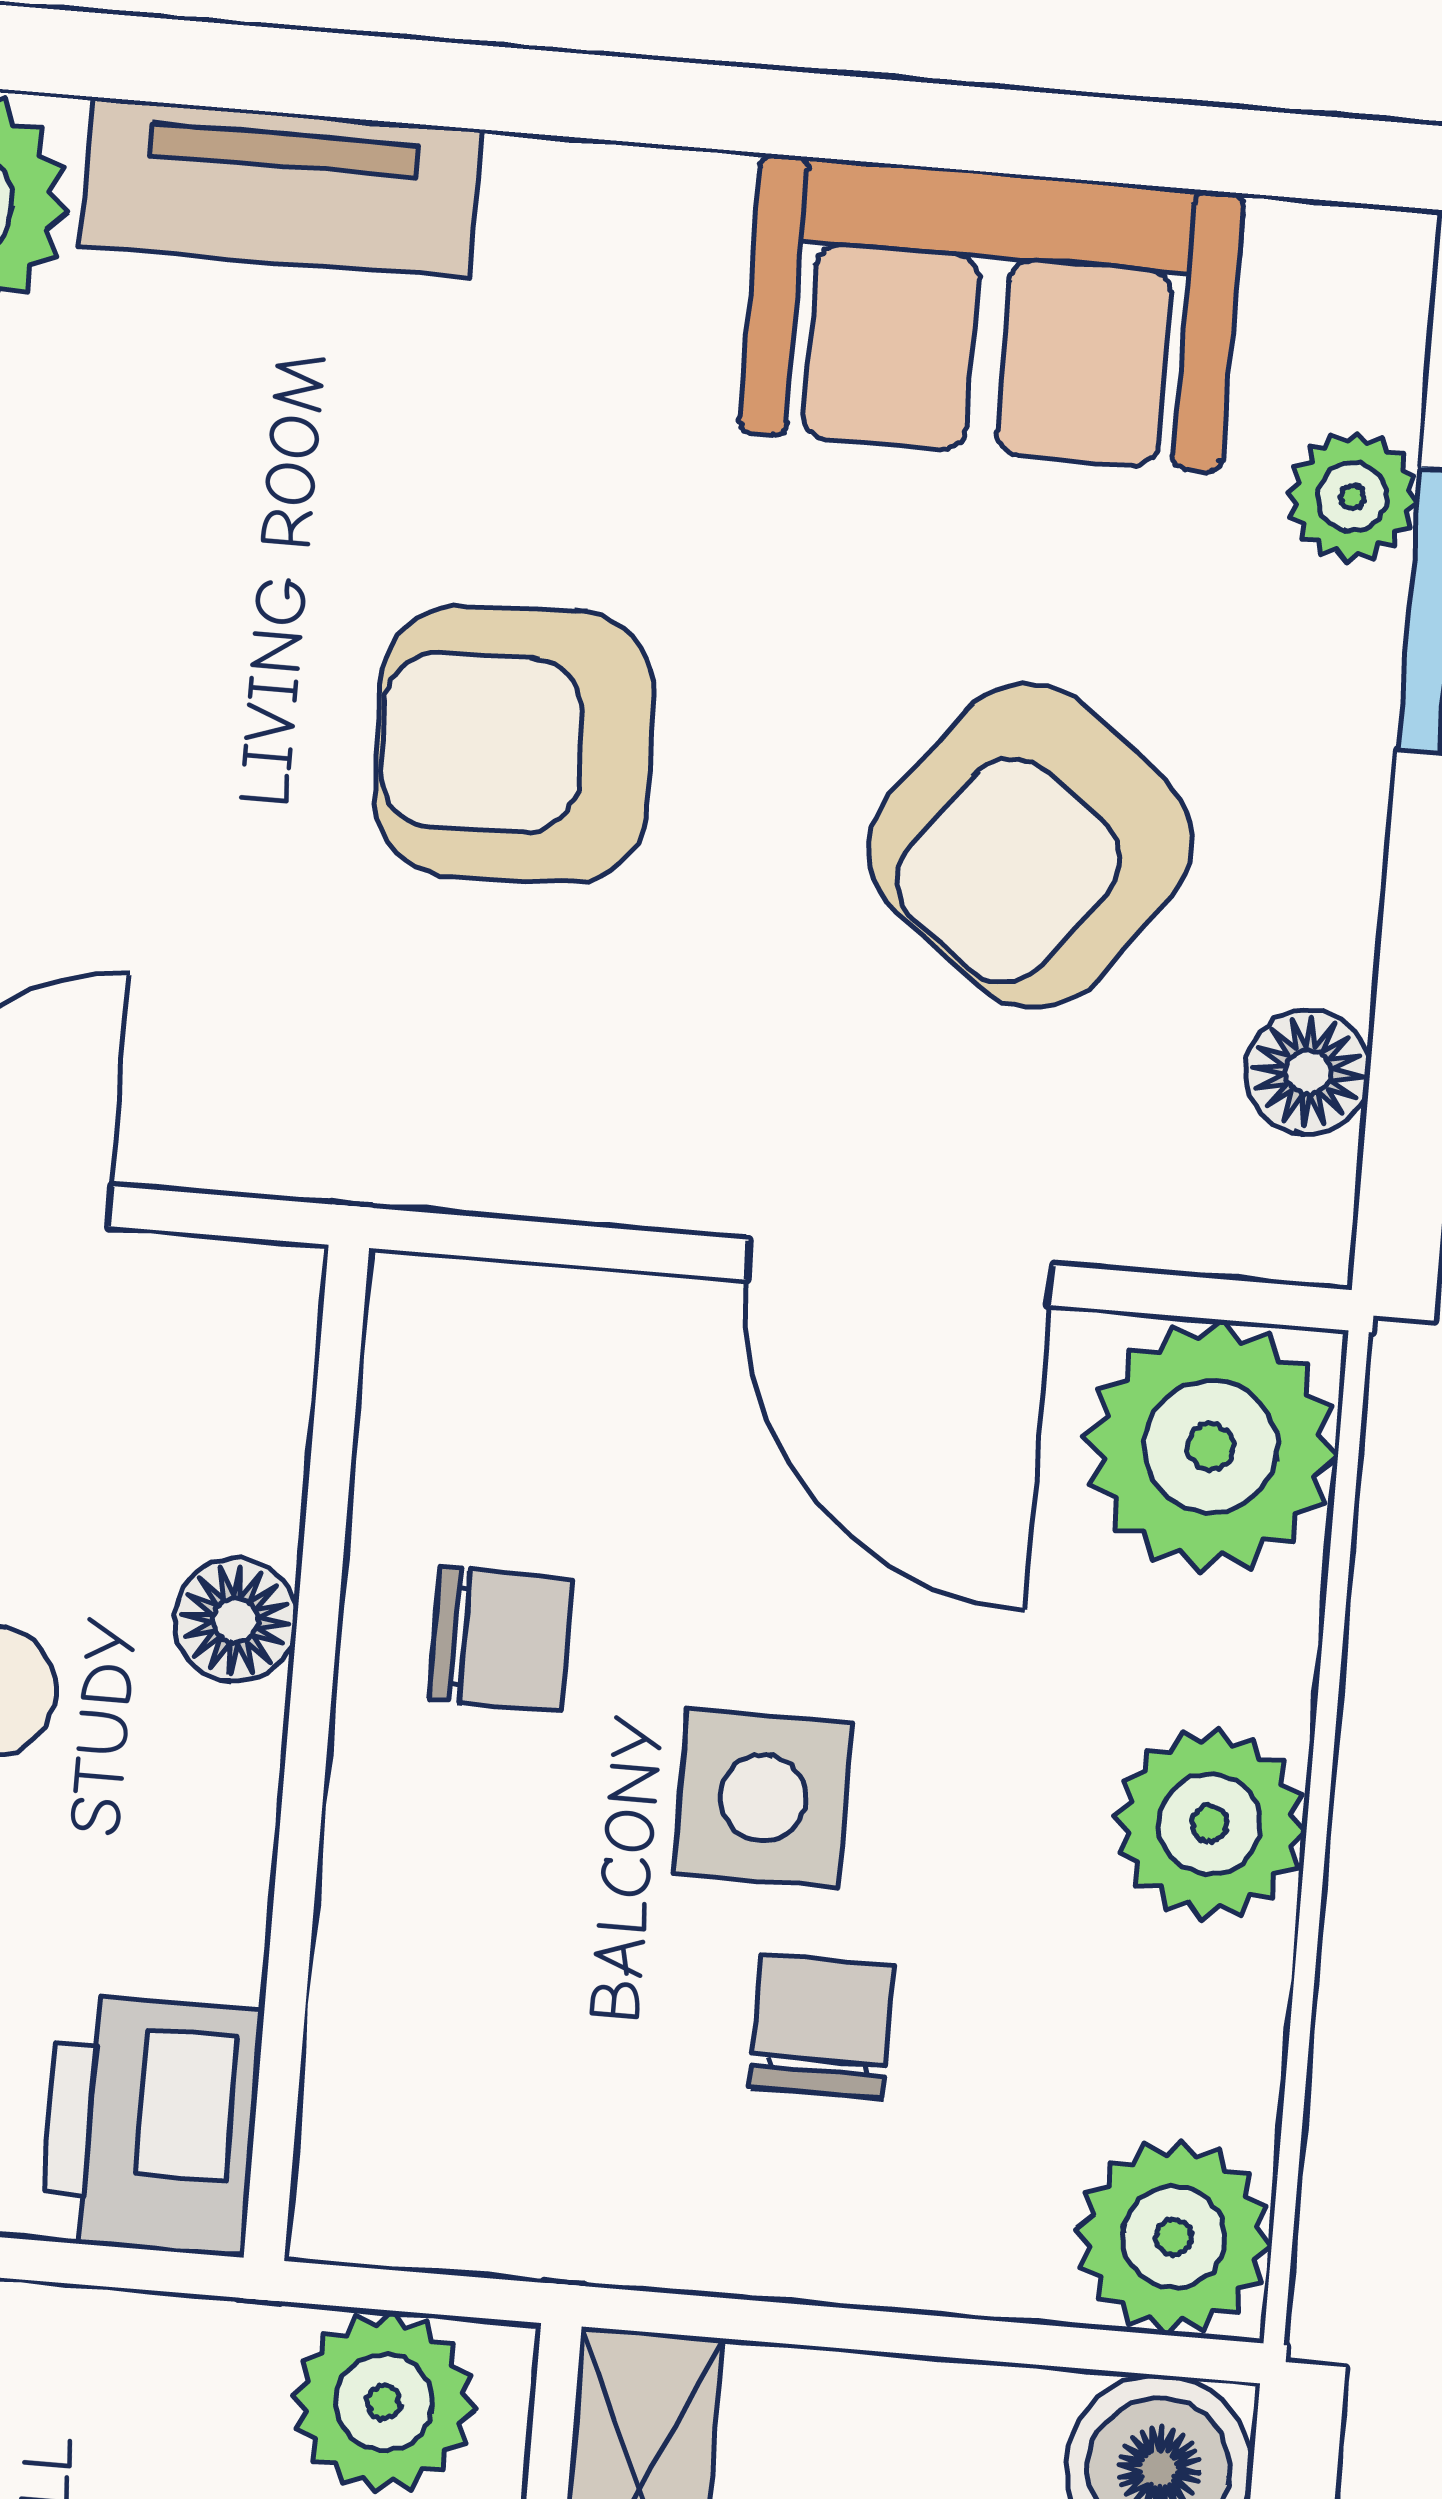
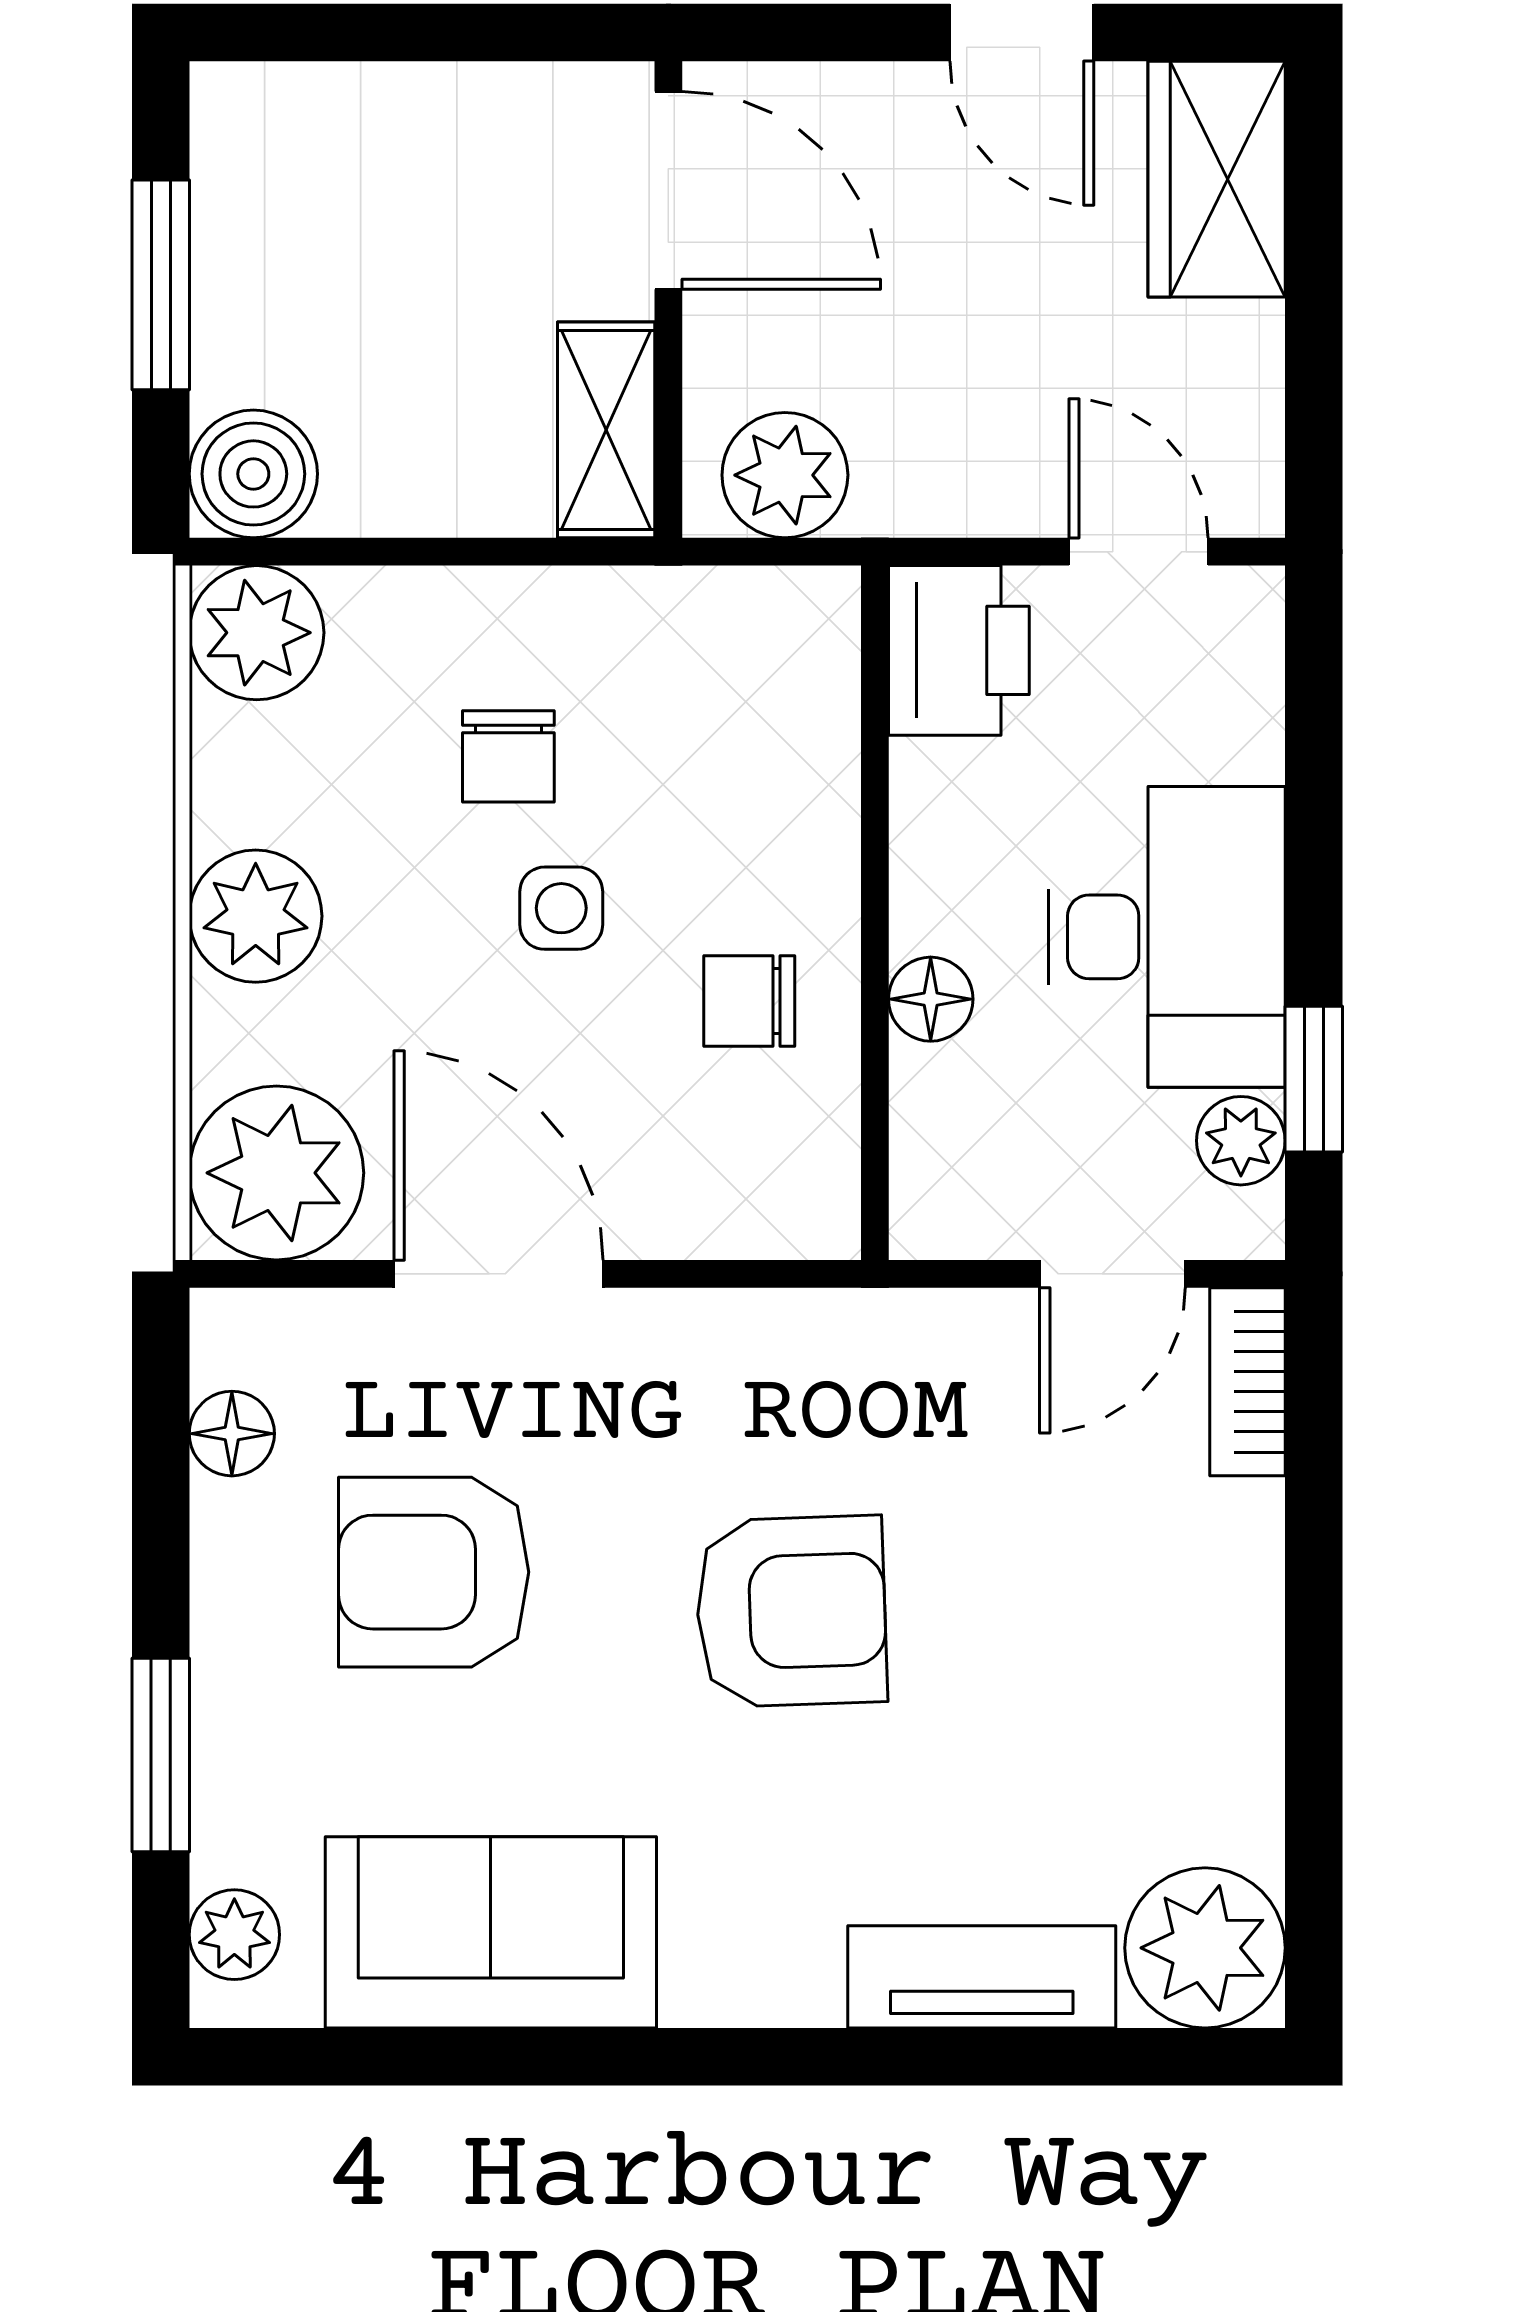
plant: (1352, 497) -> (234, 1935), moved
armchair: (1031, 845) -> (434, 1572), turned -127
side table: (763, 1798) -> (561, 908), width x0.73, depth x0.73

